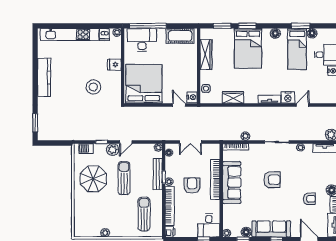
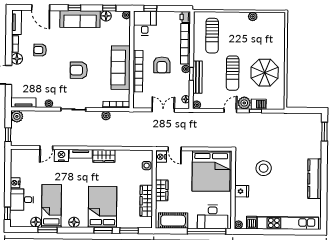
wardrobe: (191, 65) -> (162, 190), added
wardrobe: (233, 97) -> (104, 156), moved
barbecue: (86, 149) -> (259, 104), moved

